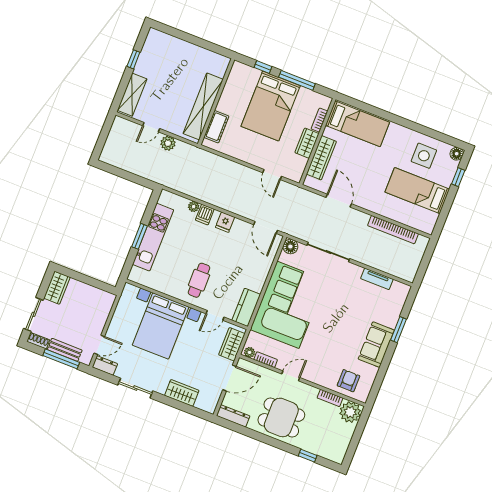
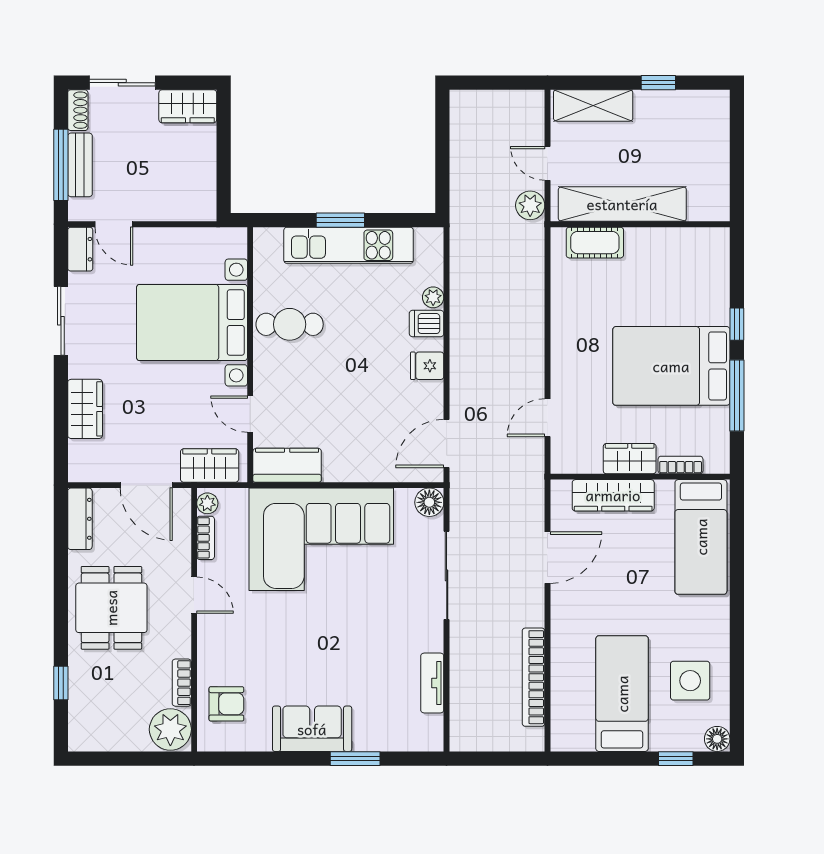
wall: (216, 102) -> (640, 224), moved
shelving: (203, 106) -> (622, 204), moved
cot: (216, 127) -> (595, 243), moved
cafe table: (199, 280) -> (290, 324), moved

